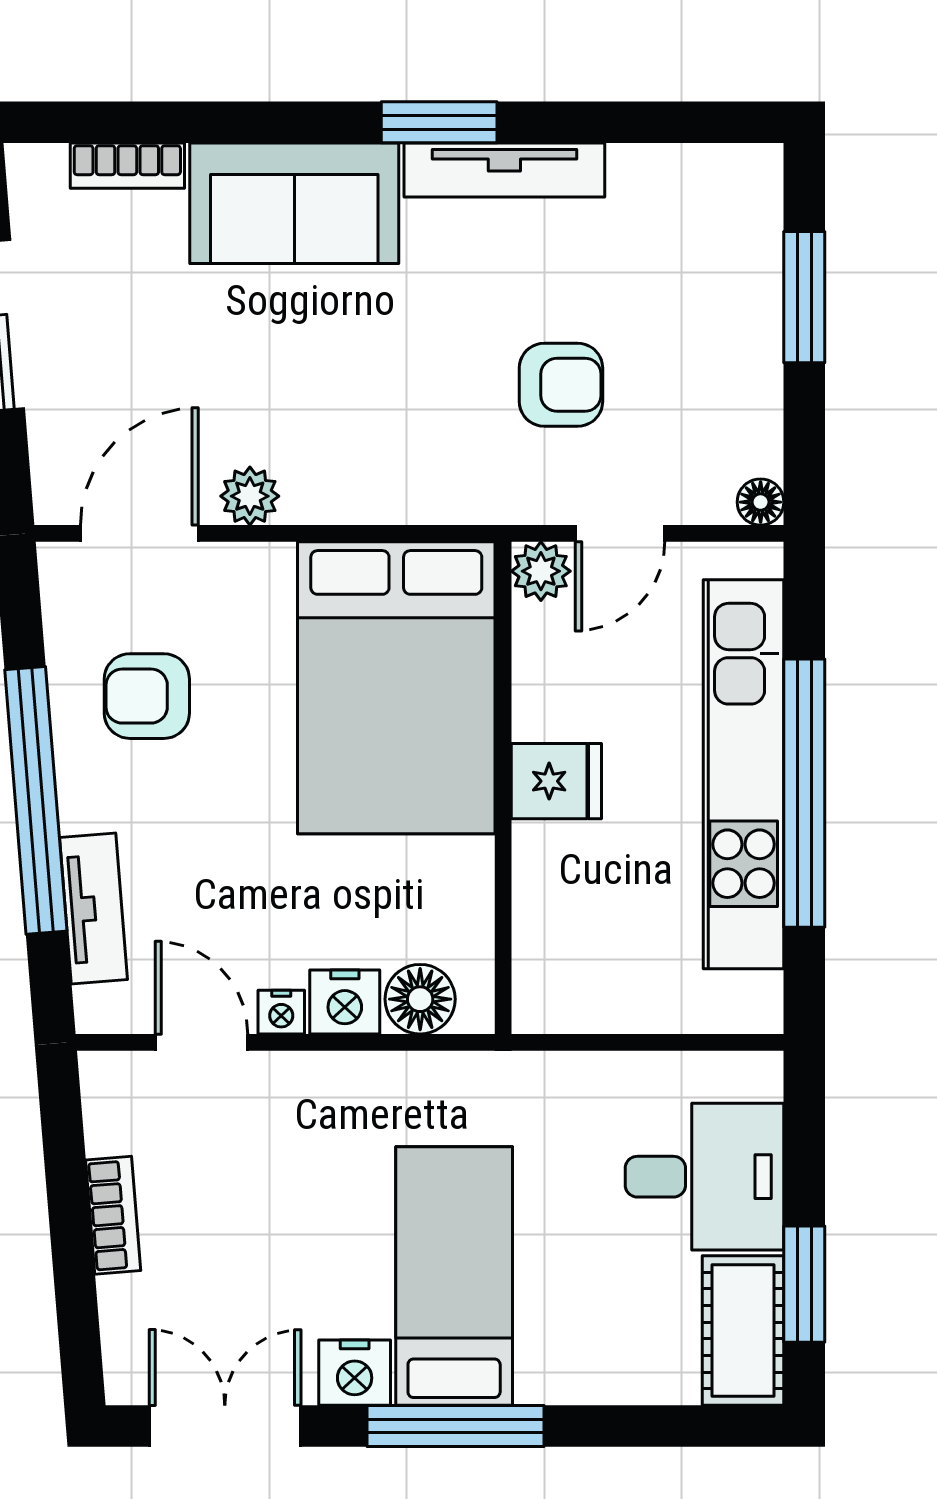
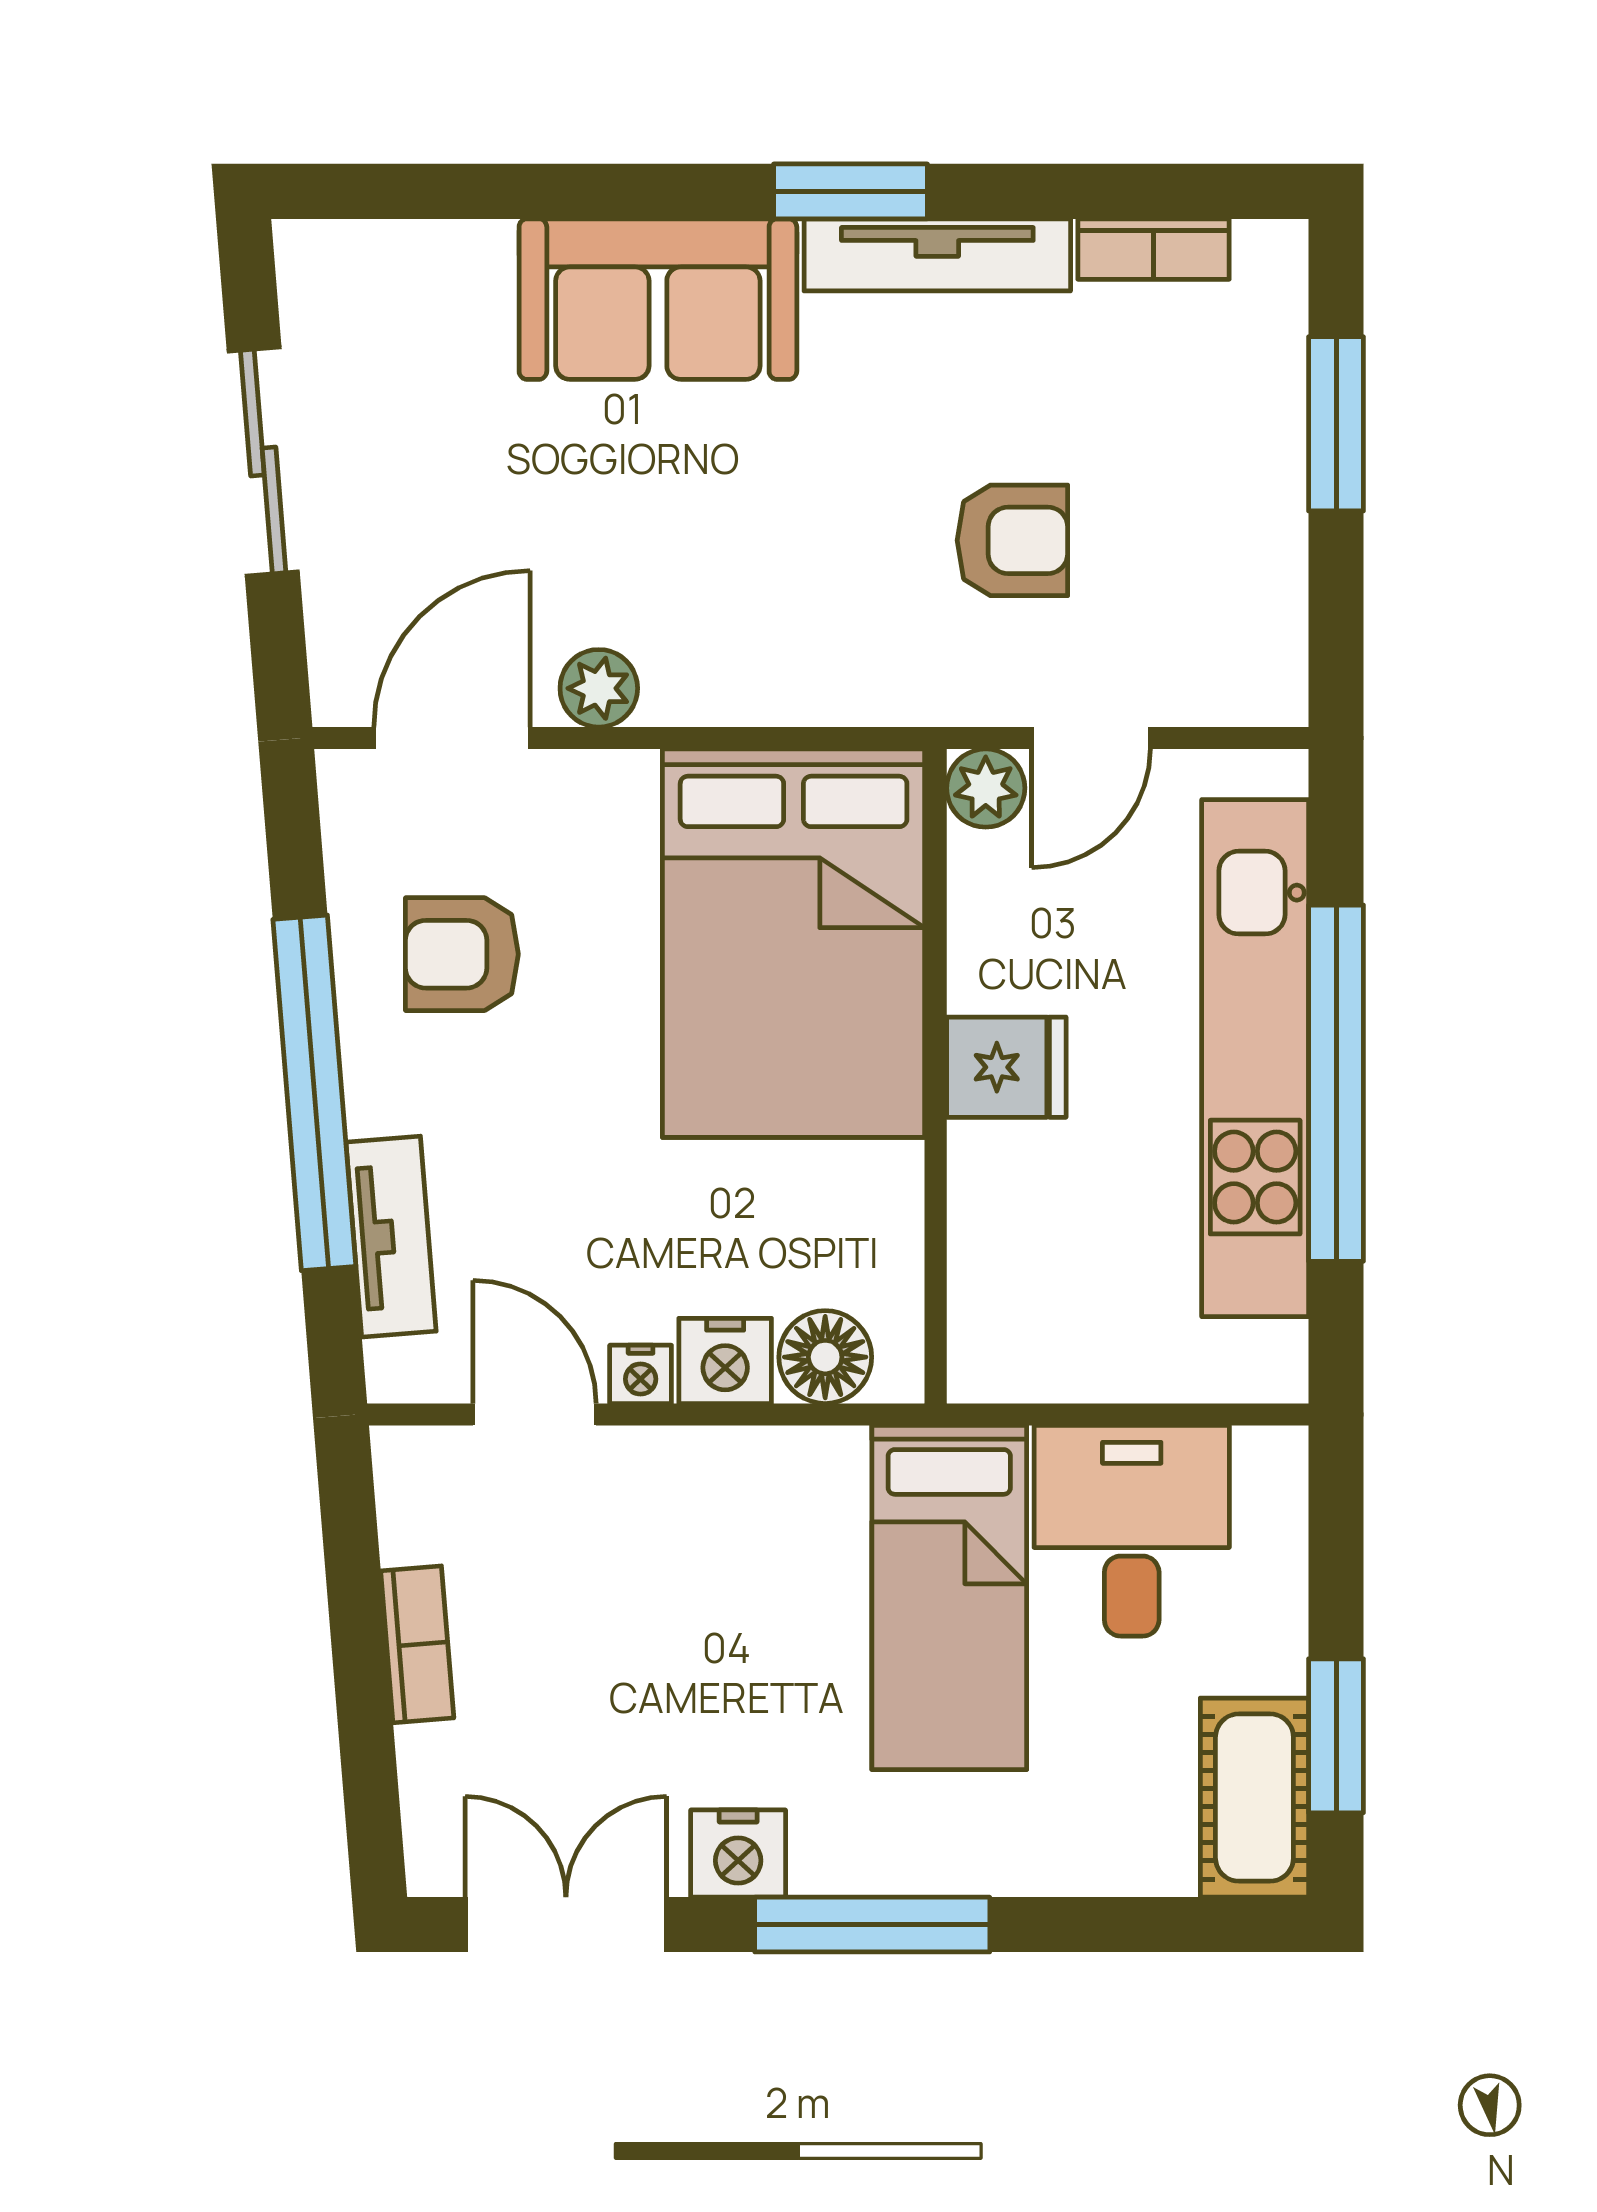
bookcase: (127, 166) -> (1154, 249), moved
floor lamp: (761, 502) -> (1278, 696), removed
desk: (705, 1177) -> (1132, 1531), moved, turned -90
bed: (454, 1276) -> (949, 1598), moved, turned 180

